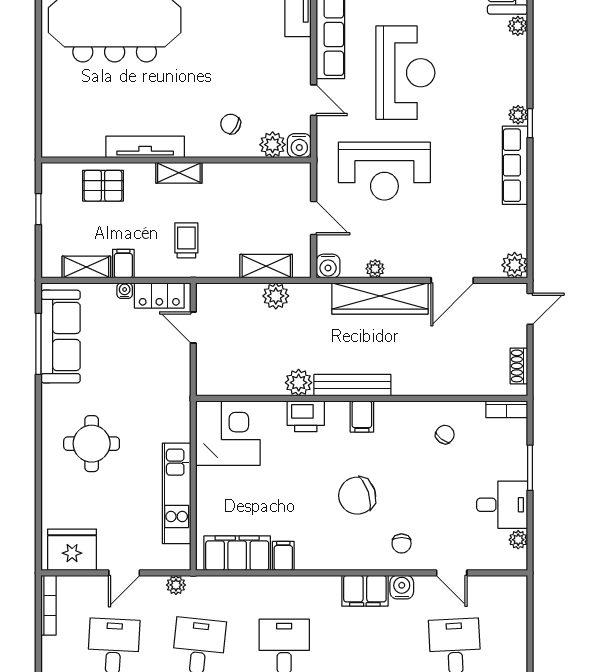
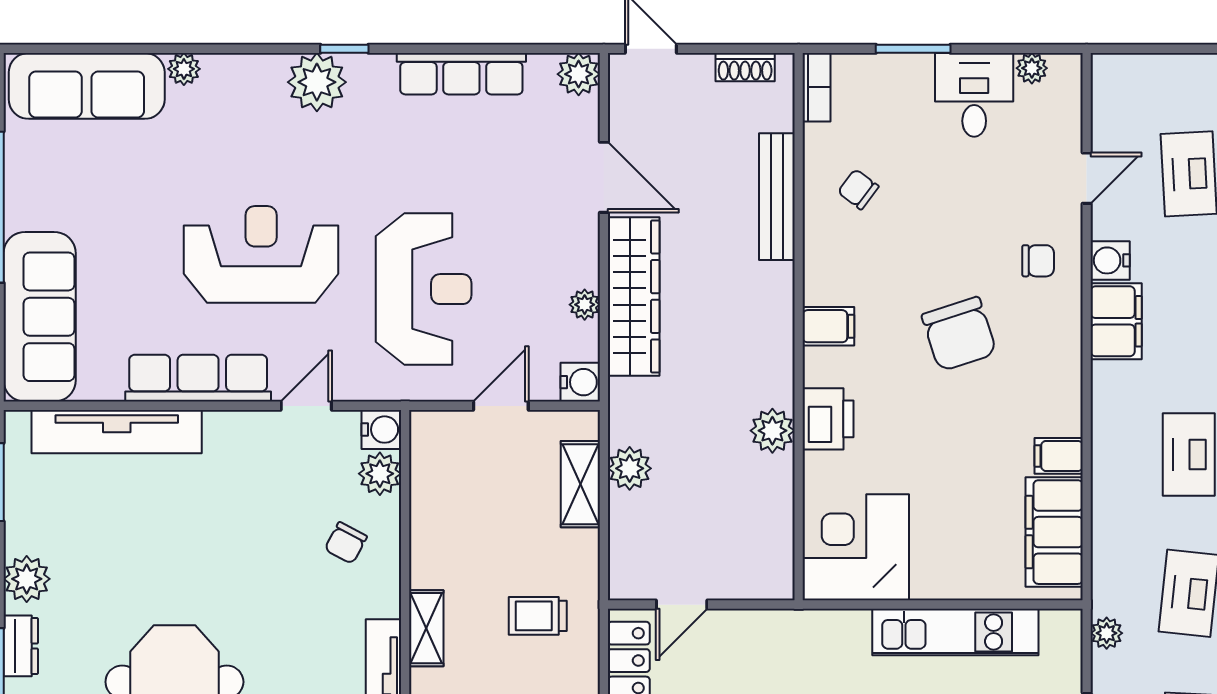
plant: (518, 115) -> (317, 82), width x1.88, depth x1.88
row of seats: (515, 165) -> (461, 74), moved
bench: (352, 385) -> (777, 197), moved

